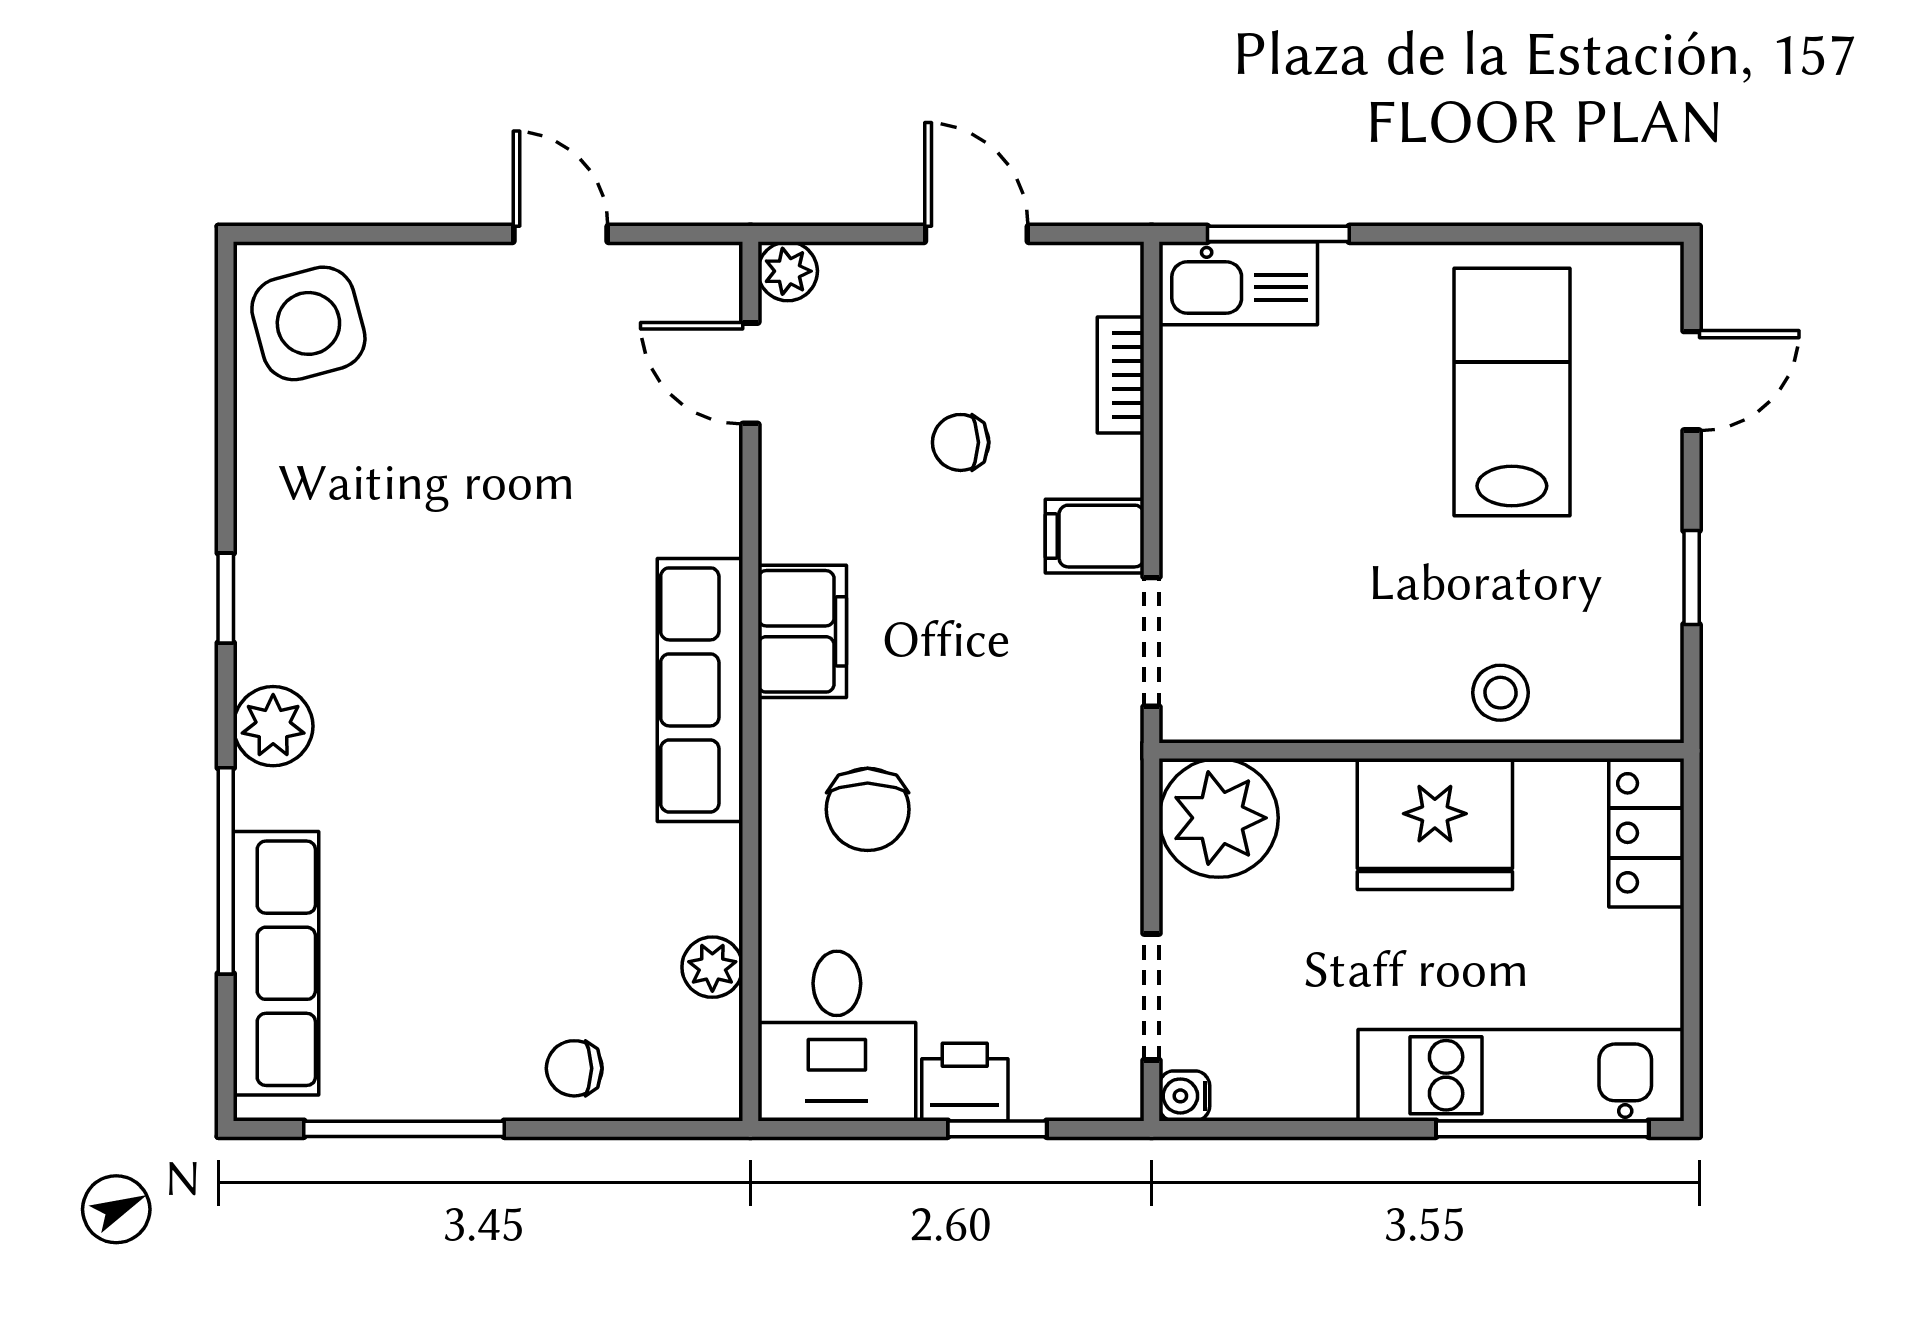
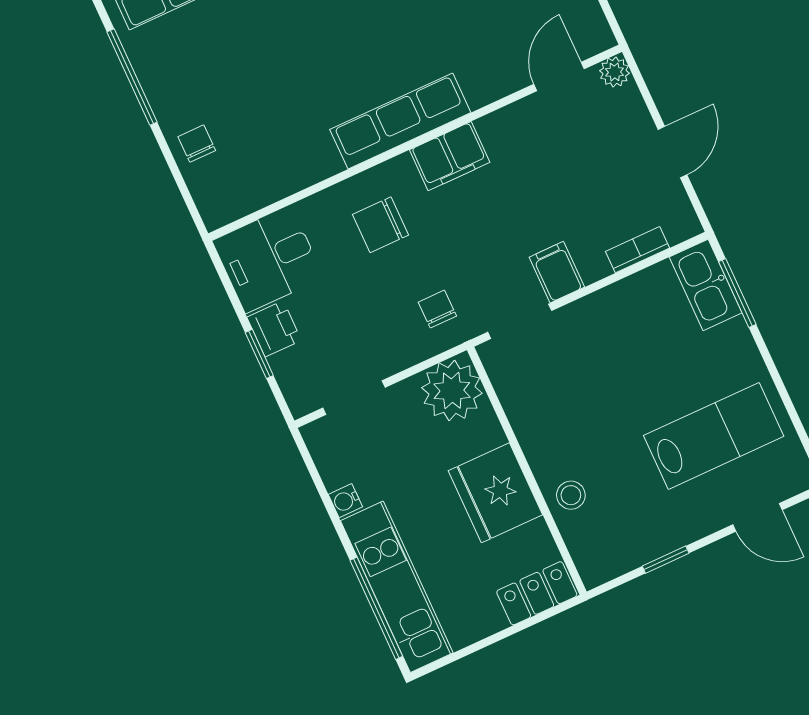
chair: (961, 442) -> (437, 309), moved
plant: (712, 967) -> (274, 186), removed
water cooler: (1184, 1096) -> (345, 501), moved, turned -90

